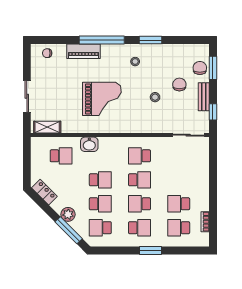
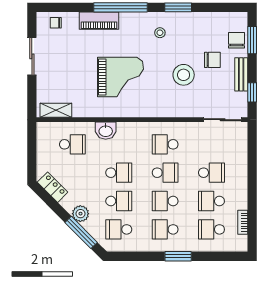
chair: (179, 84) -> (212, 60), turned 90
sliding door: (27, 96) -> (32, 56), moved
stool: (155, 97) -> (184, 75), width x1.89, depth x1.89
school desk: (179, 180) -> (211, 173), added
school desk: (139, 228) -> (165, 229), turned 180

